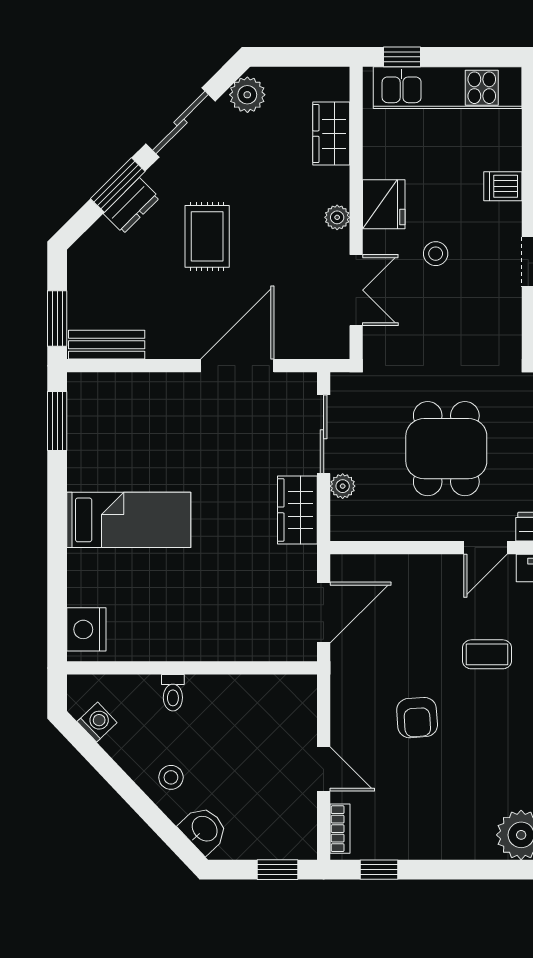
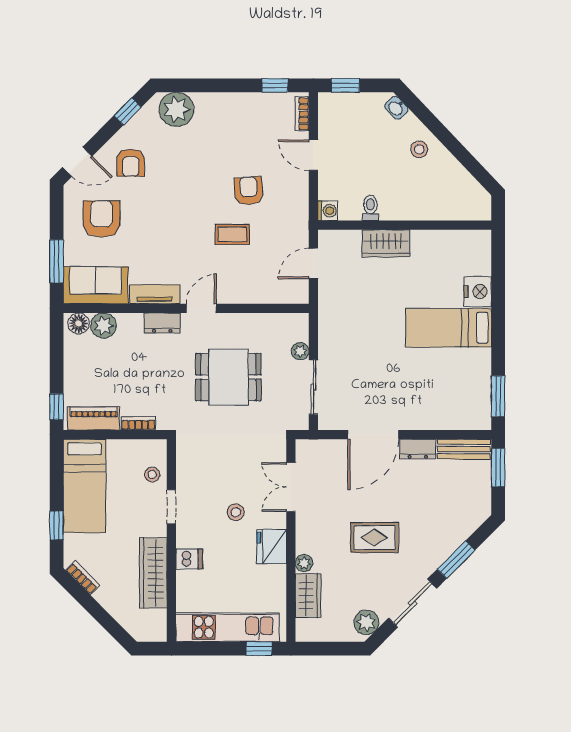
dresser: (131, 206) -> (418, 449), moved, turned -135
plant: (337, 217) -> (304, 563), moved
rug: (207, 236) -> (375, 538), moved, turned 90
dining table: (446, 449) -> (228, 377), turned 90
wardrobe: (297, 510) -> (386, 243), moved, turned 90
door: (324, 613) -> (313, 264), width x0.73
nightstand: (86, 629) -> (478, 292), moved
coffee table: (487, 654) -> (232, 234), moved
toilet: (173, 693) -> (370, 208), moved
washing machine: (97, 722) -> (328, 211), moved, turned -137
washbasin: (204, 829) -> (396, 108), width x0.72, depth x0.69

